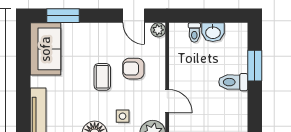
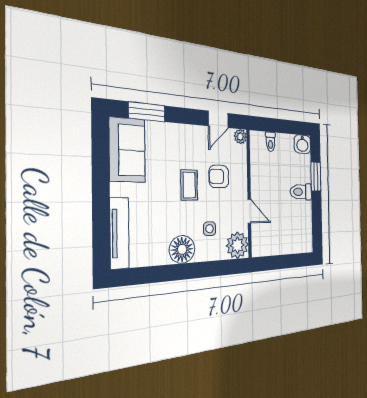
door: (134, 16) -> (218, 119), hinge flipped
washbasin: (213, 32) -> (302, 144), moved

